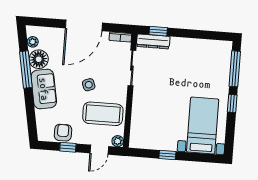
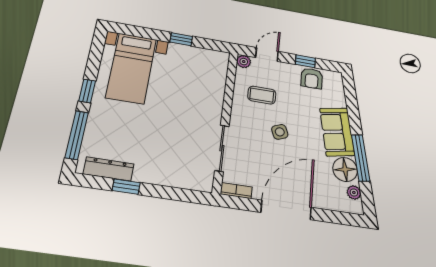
window: (158, 31) -> (126, 187), moved
dresser: (153, 41) -> (109, 169), moved
coffee table: (103, 114) -> (262, 95), width x0.54, depth x0.58

